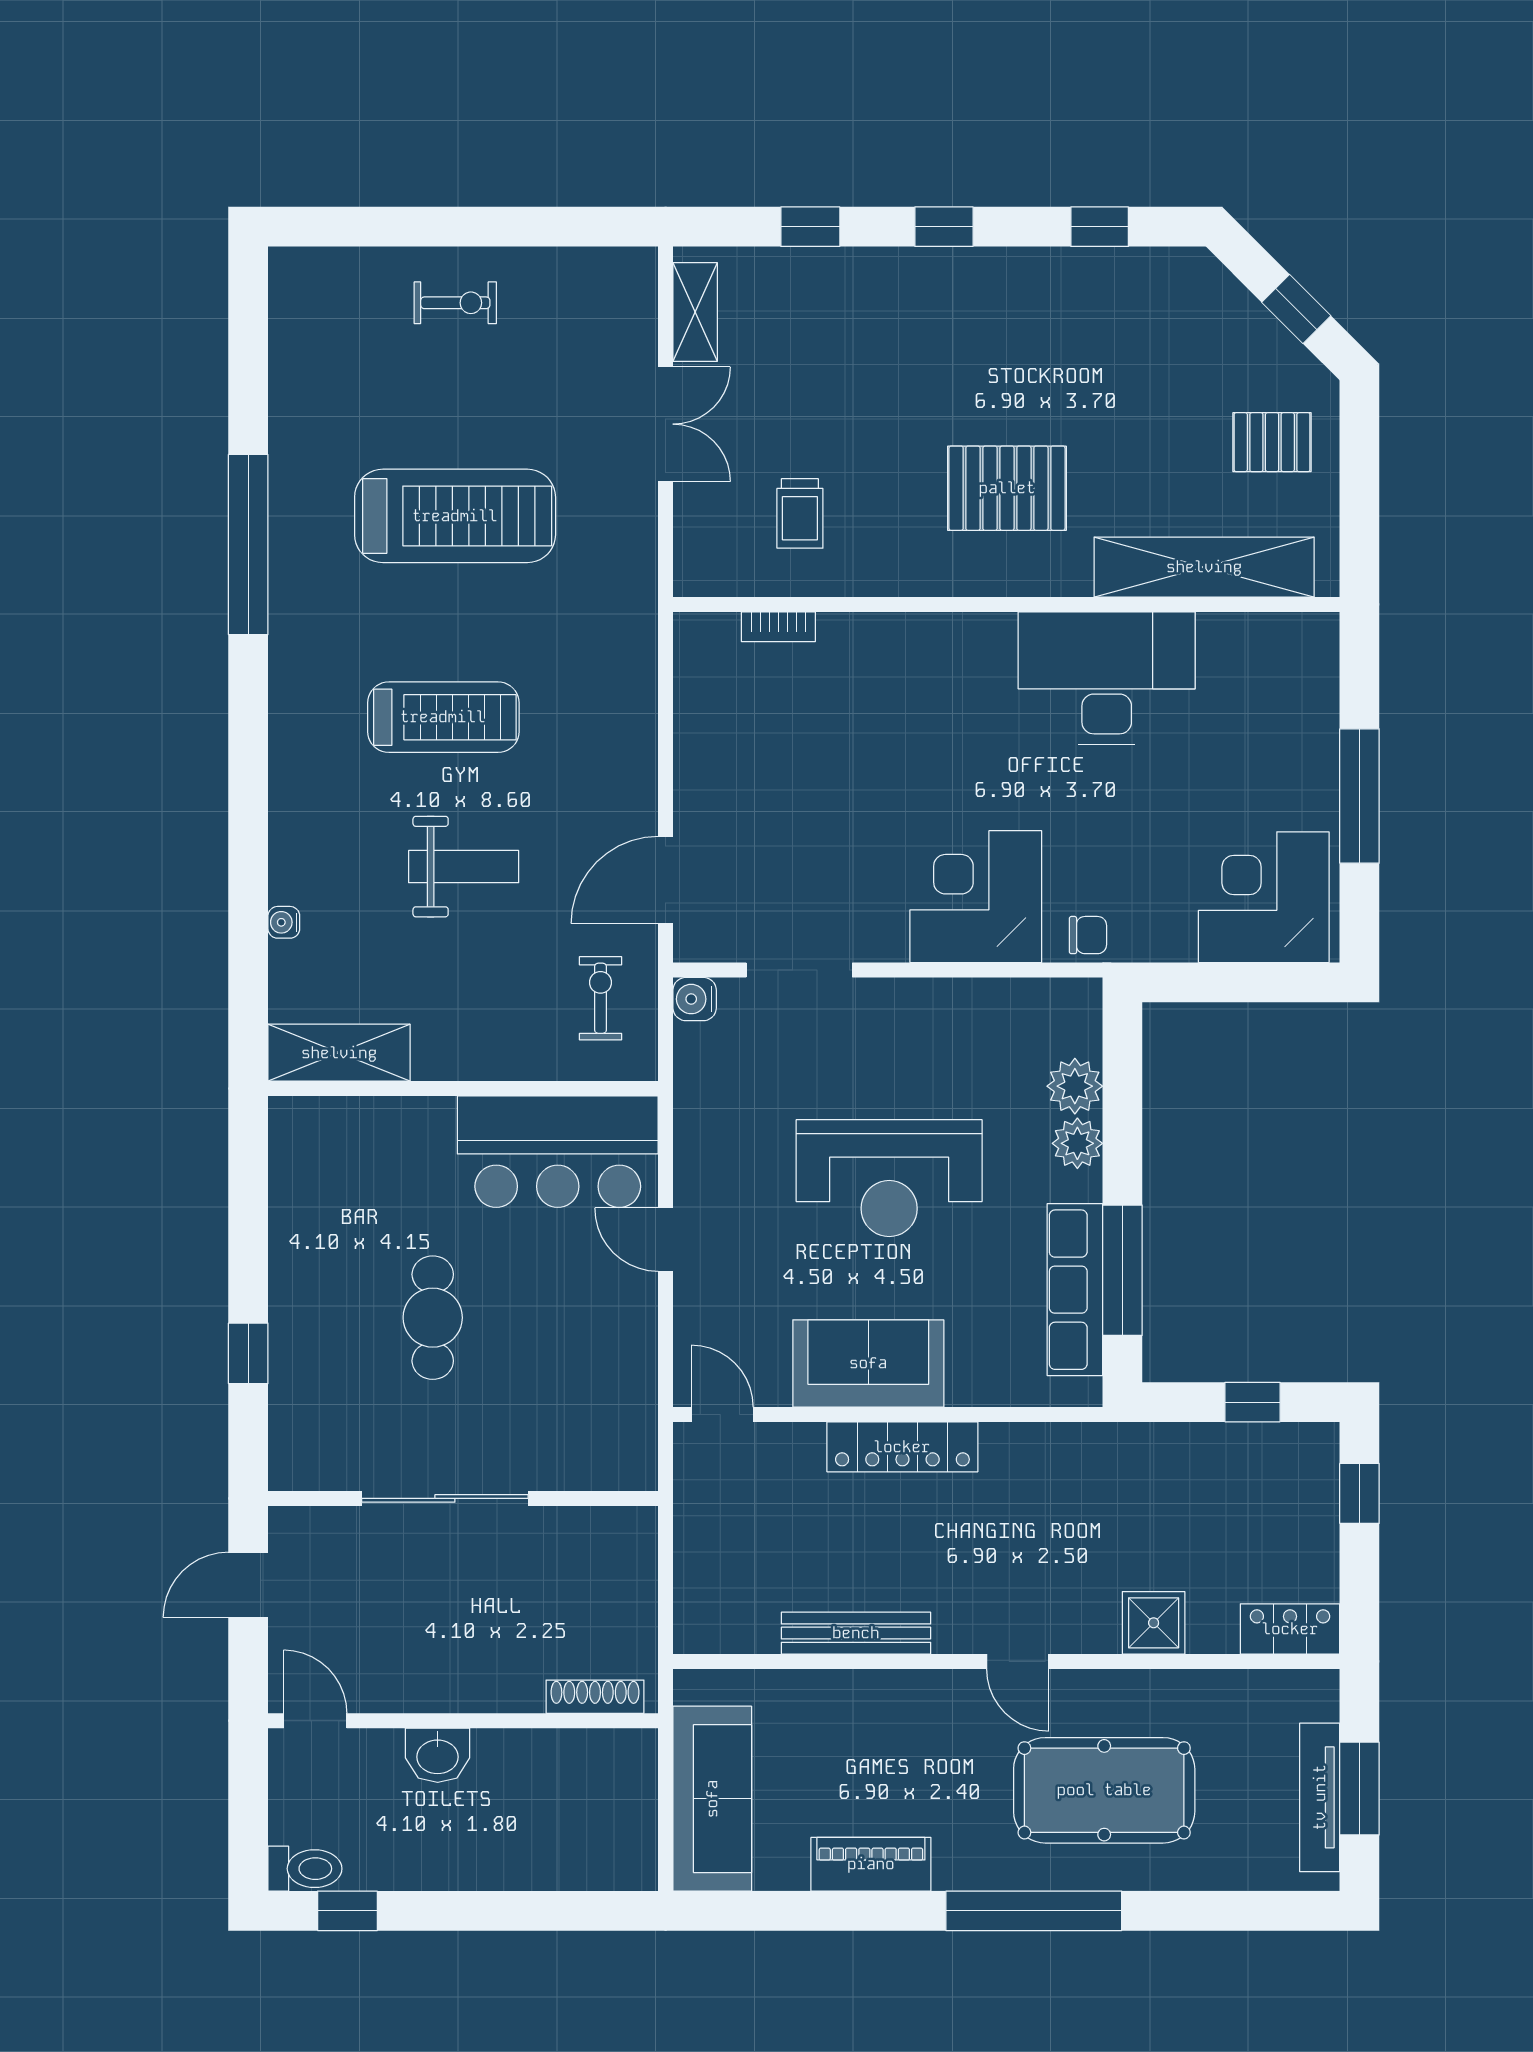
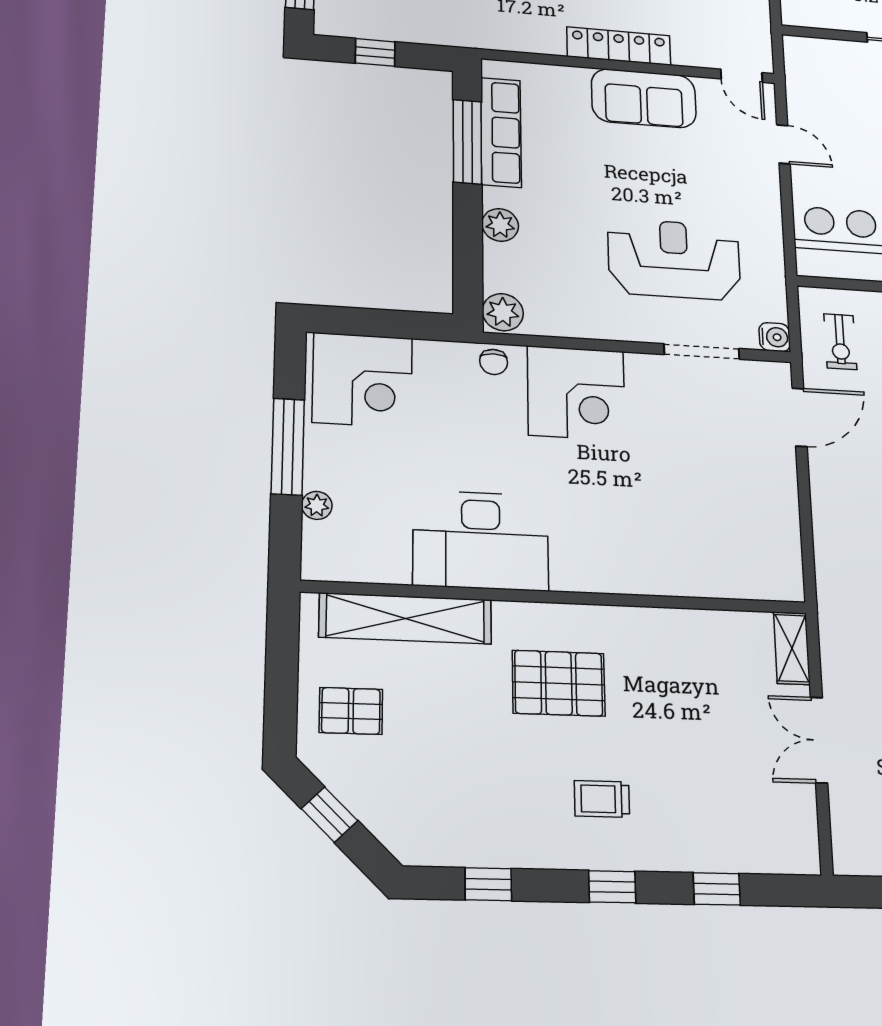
shelving: (695, 312) -> (792, 648), moved
trolley: (800, 513) -> (602, 799), moved, turned -90
bookcase: (778, 627) -> (728, 589), removed
plant: (1320, 716) -> (317, 505), added
chair: (1088, 935) -> (494, 362), turned -90
plant: (1075, 1086) -> (503, 312), moved
reception desk: (889, 1178) -> (674, 259), moved
door: (666, 1240) -> (783, 144), moved

